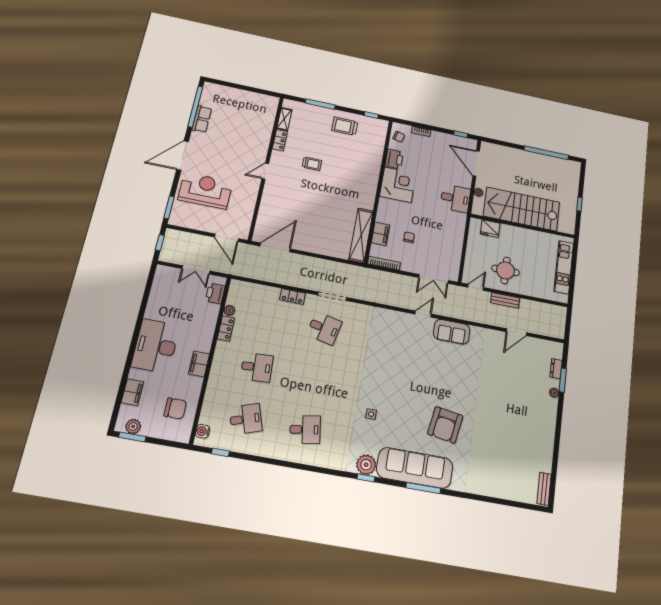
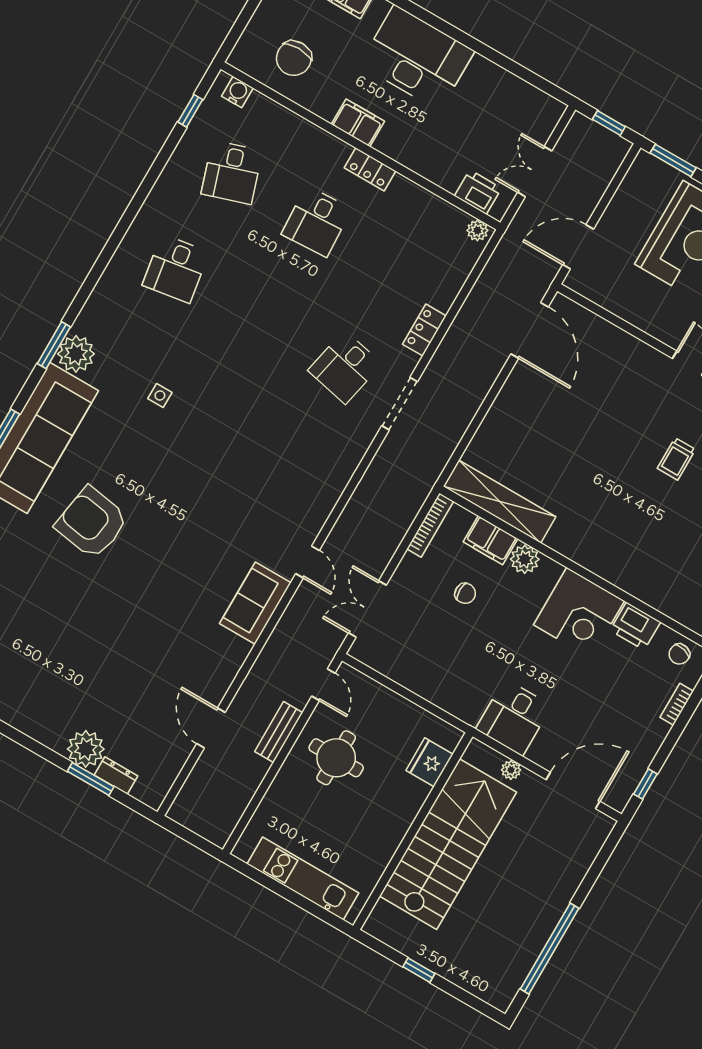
plant: (383, 216) -> (525, 559), added
plant: (229, 310) -> (477, 230), moved
locker: (226, 329) -> (370, 169), moved
plant: (554, 393) -> (86, 749), width x1.88, depth x1.88
window: (366, 478) -> (54, 345), width x1.50

